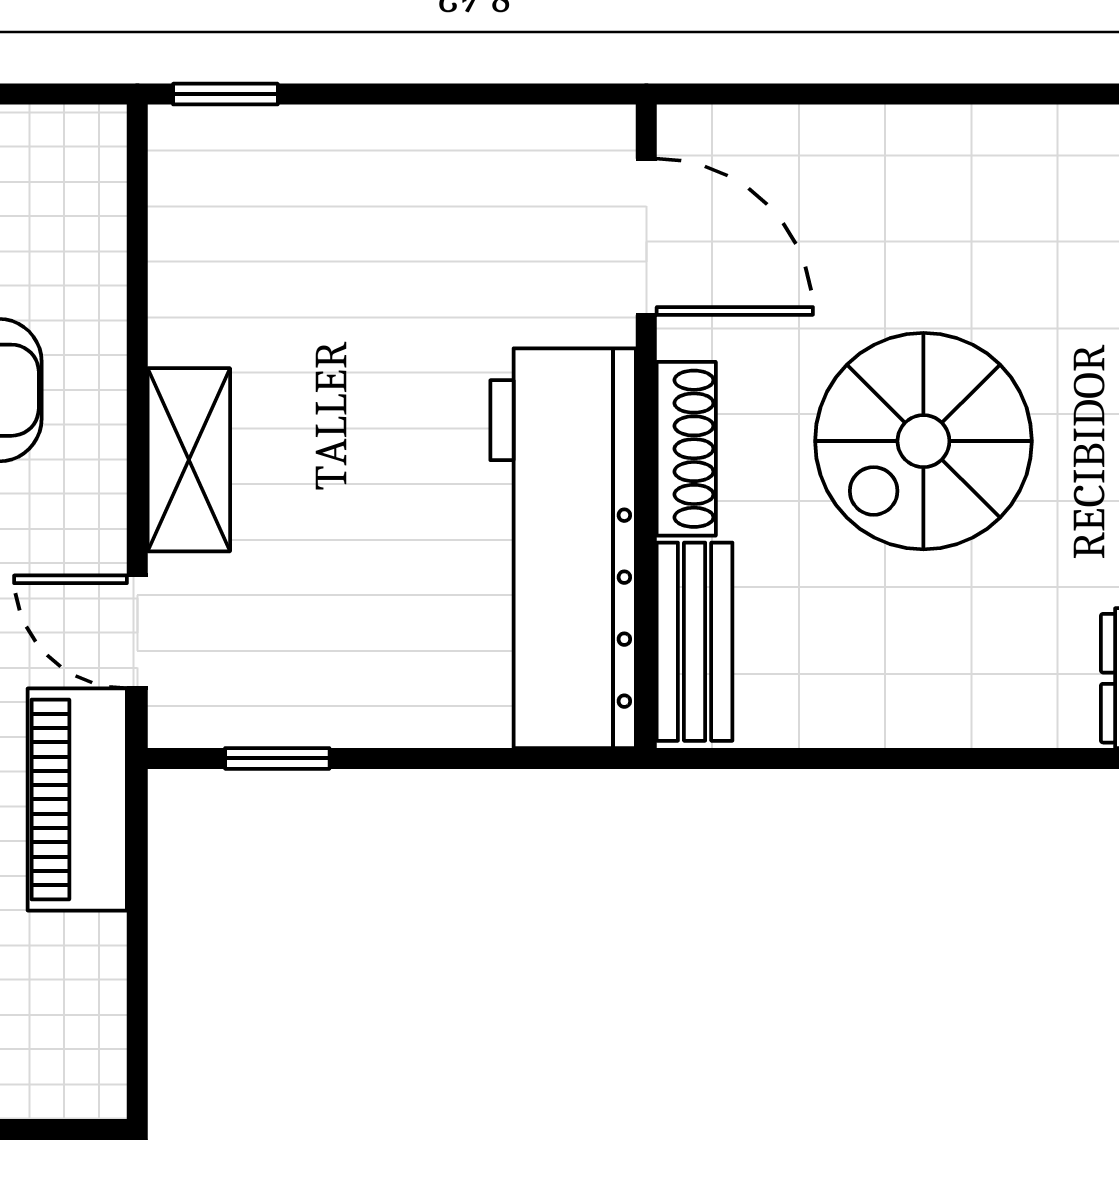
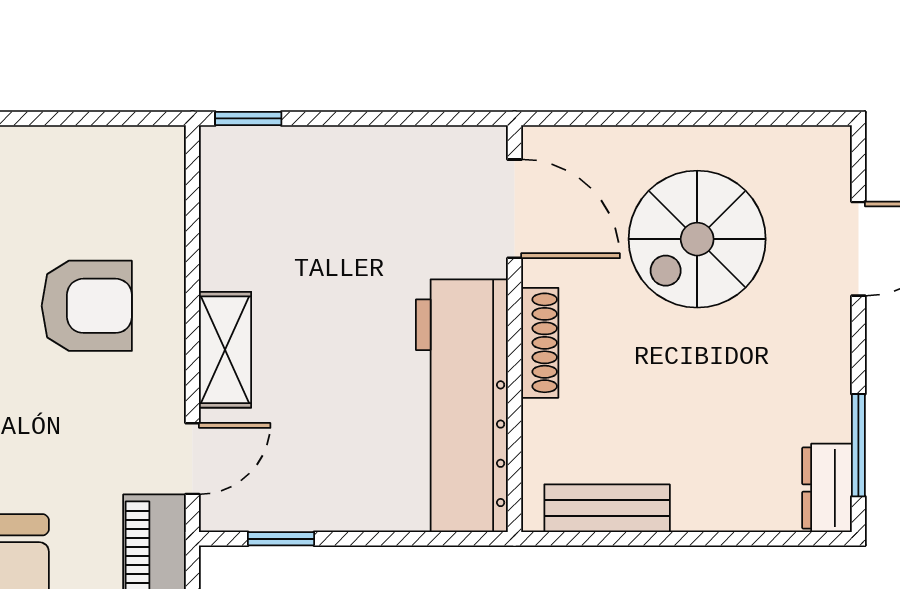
spiral stairs: (923, 441) -> (697, 239), moved
door: (137, 632) -> (192, 459), swing flipped
bench: (695, 642) -> (607, 508), moved, turned 90

